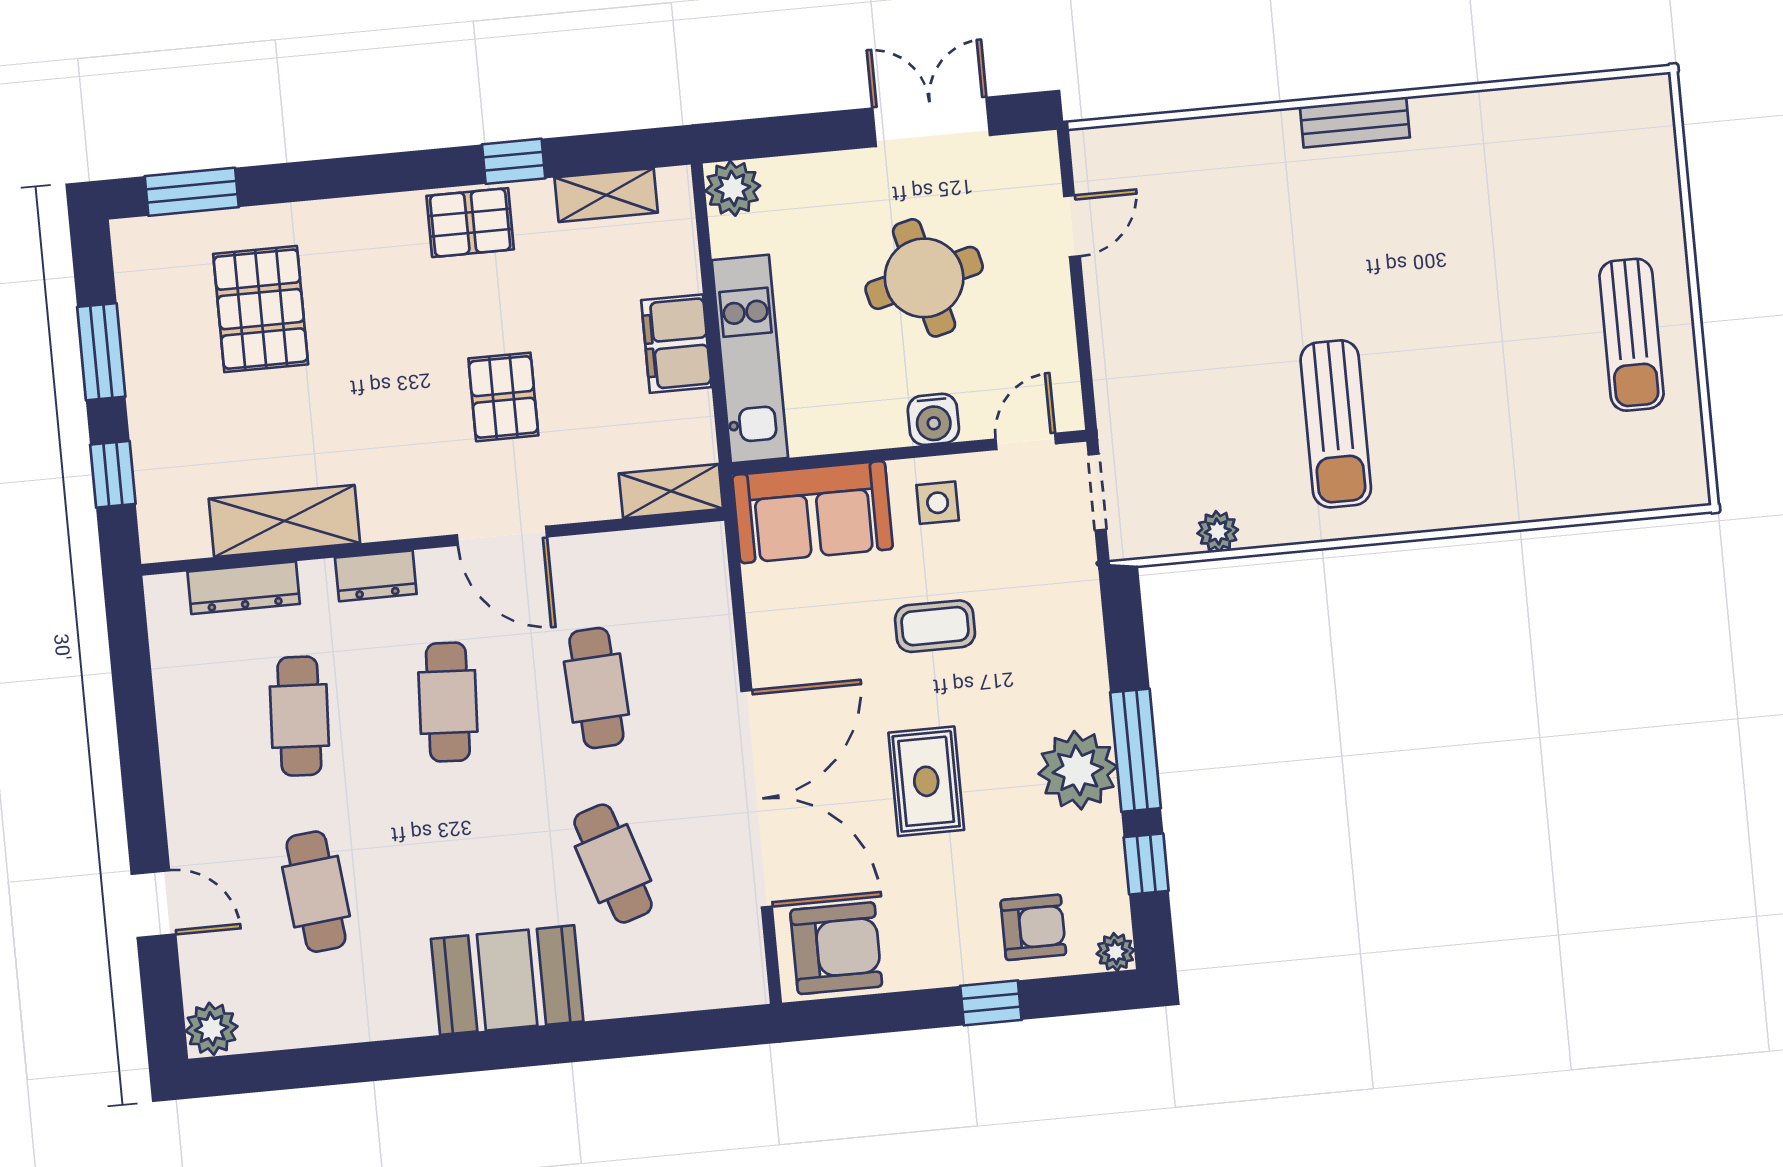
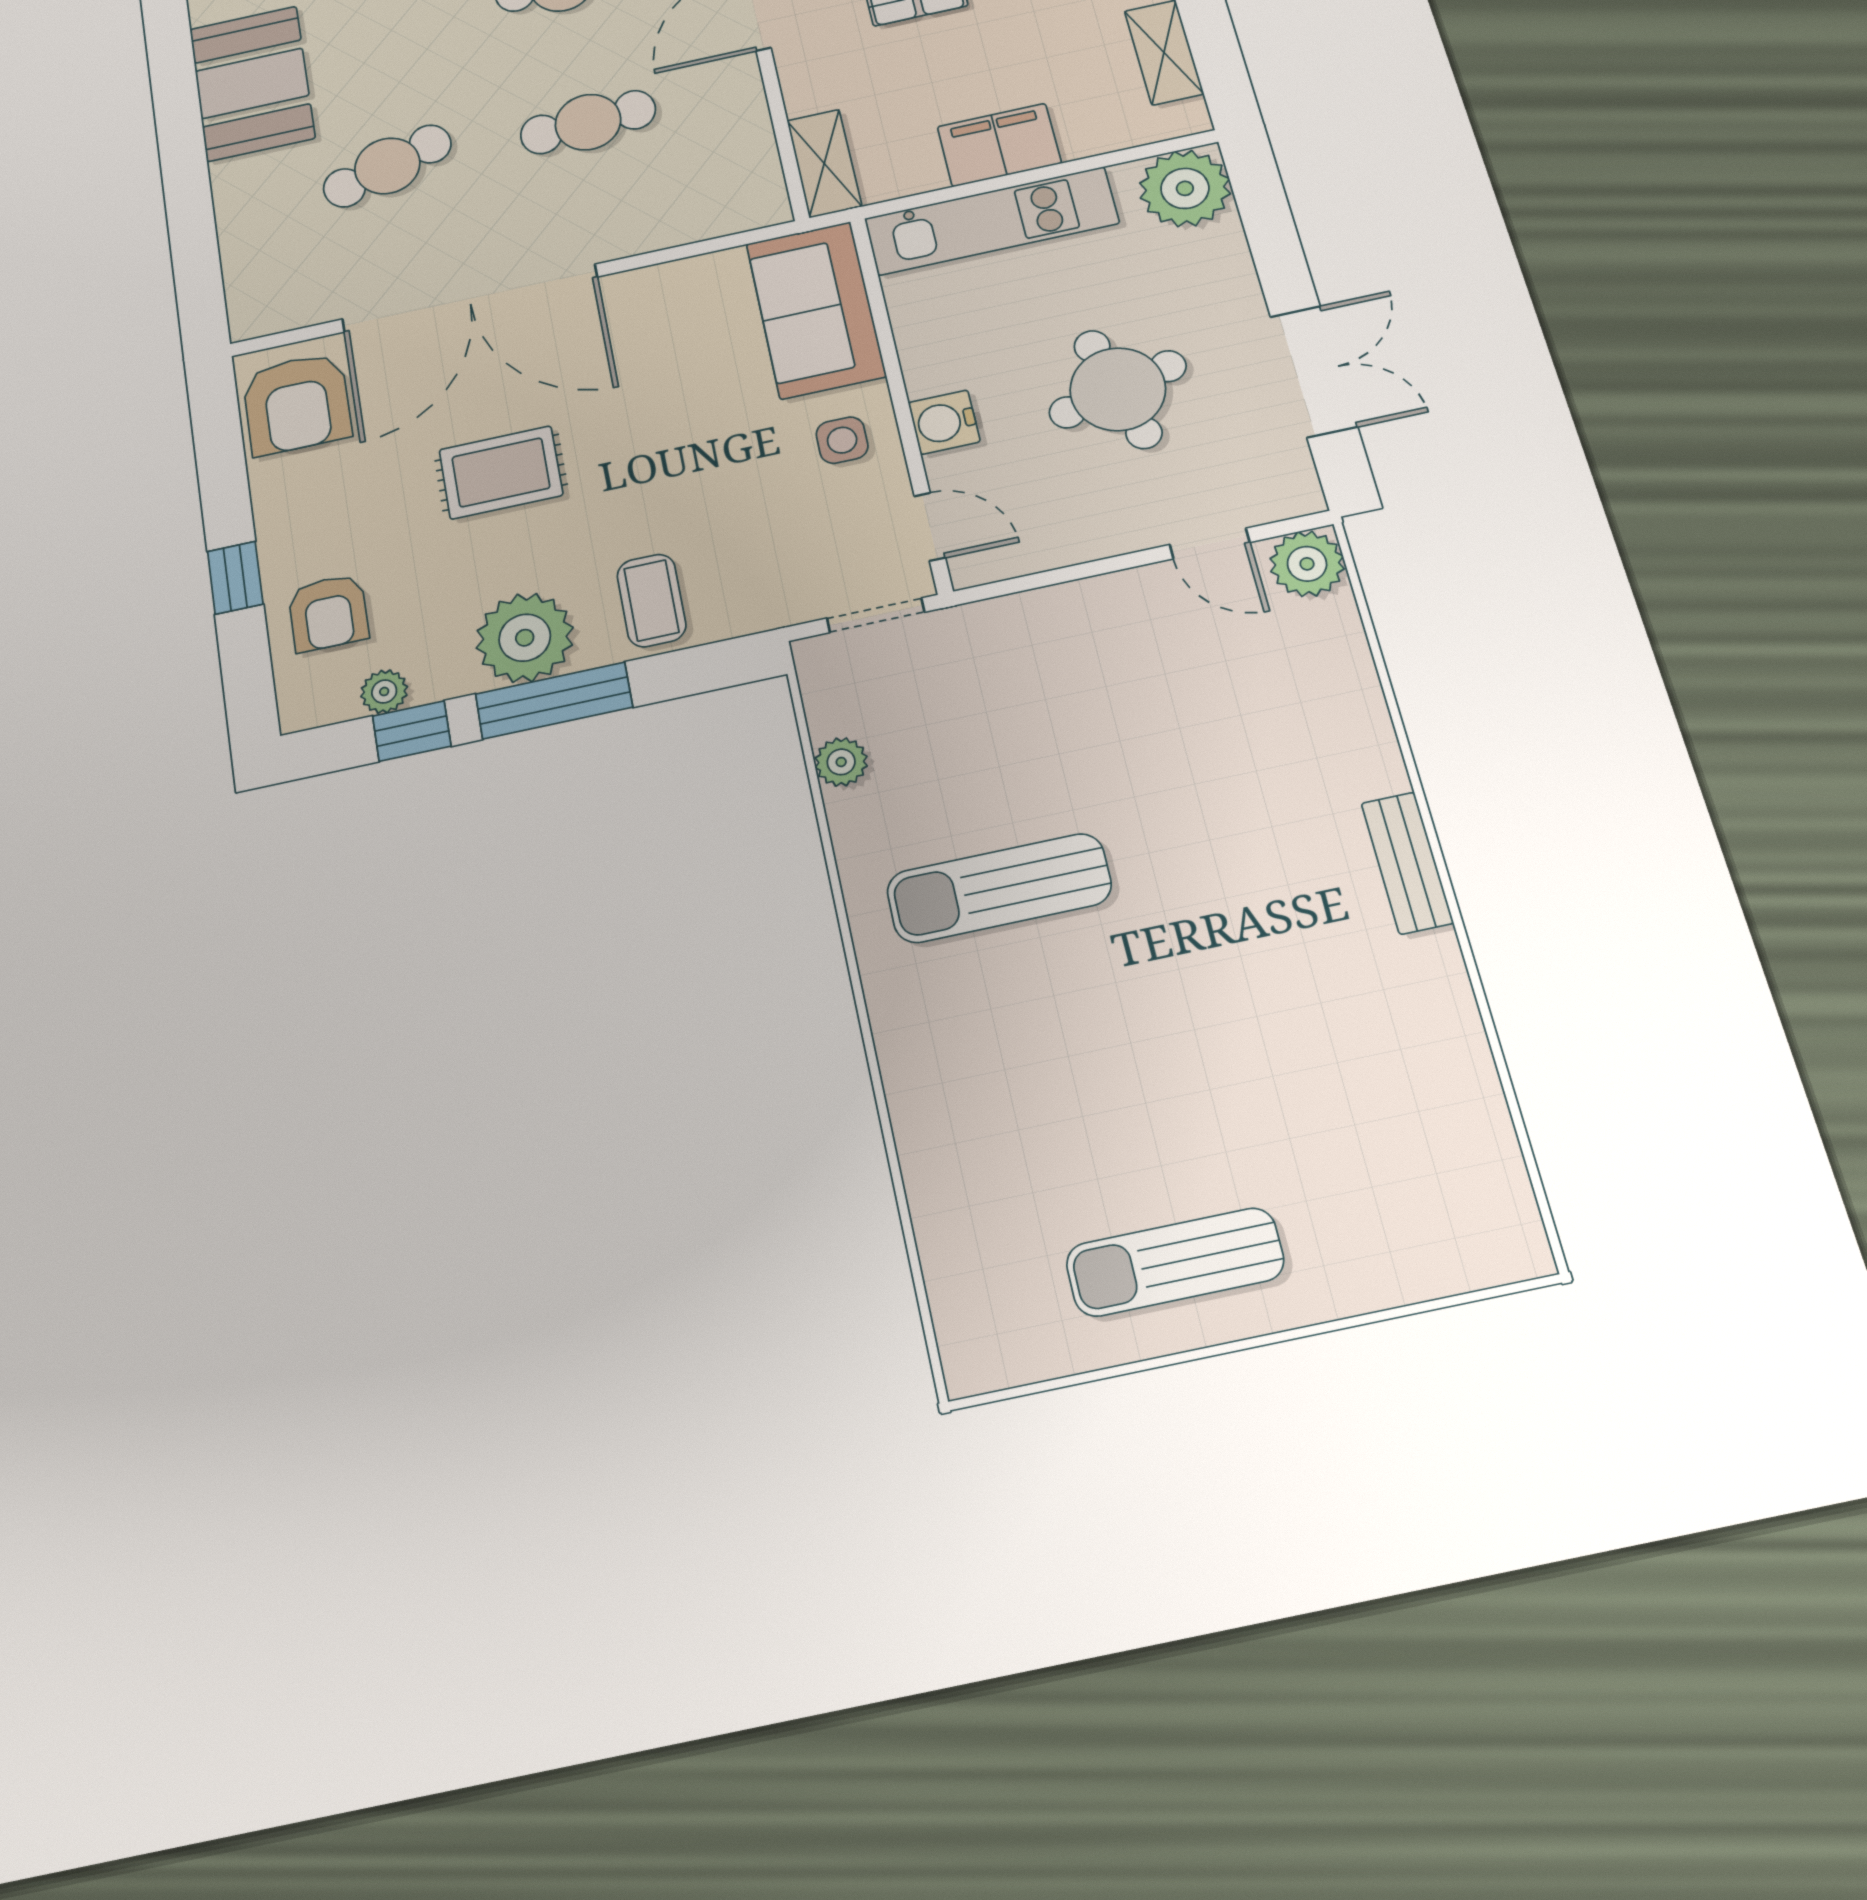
plant: (1100, 155) -> (1307, 564), added
plant: (733, 188) -> (1185, 188), width x1.36, depth x1.36
coffee table: (935, 626) -> (651, 600), moved
plant: (1115, 952) -> (384, 692), moved

